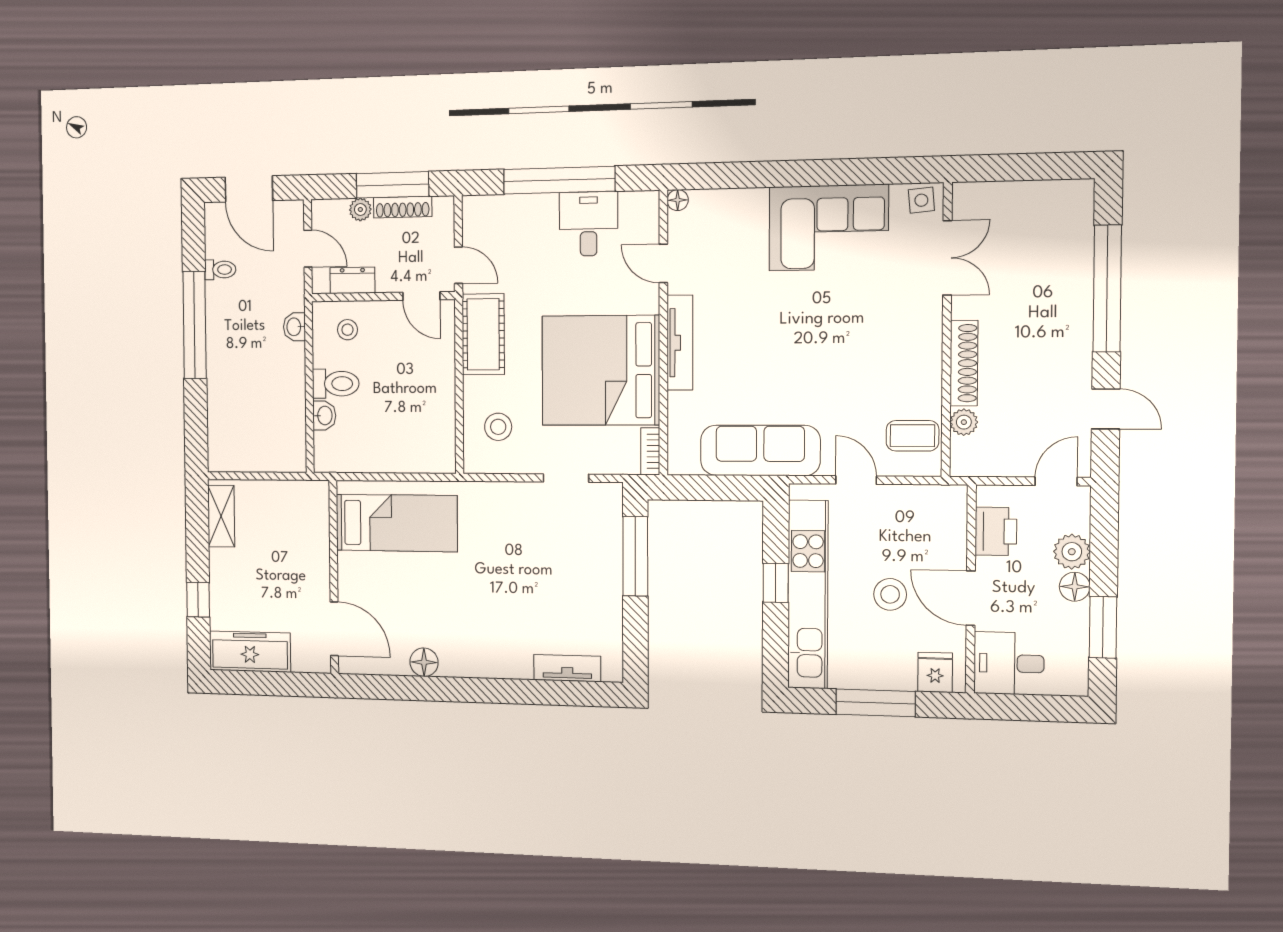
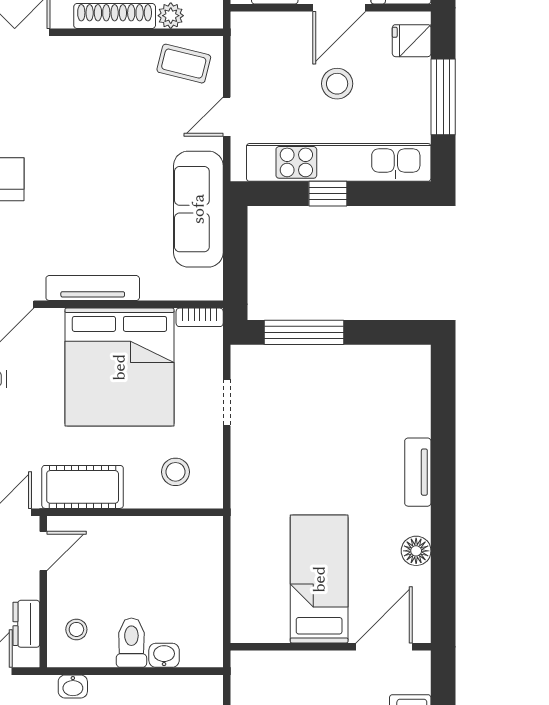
coffee table: (912, 436) -> (184, 64), turned -76
bed: (397, 523) -> (319, 579), moved
tv unit: (567, 668) -> (418, 472), moved

